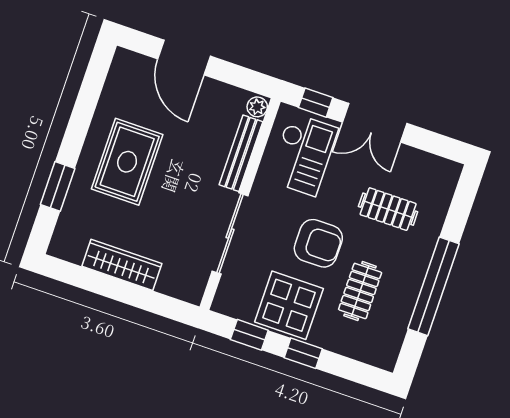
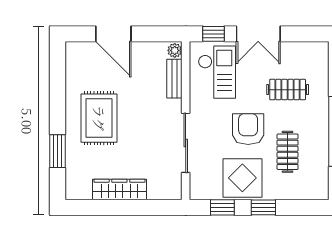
bench: (241, 153) -> (174, 79), width x0.73
armchair: (318, 243) -> (248, 129), turned -90

